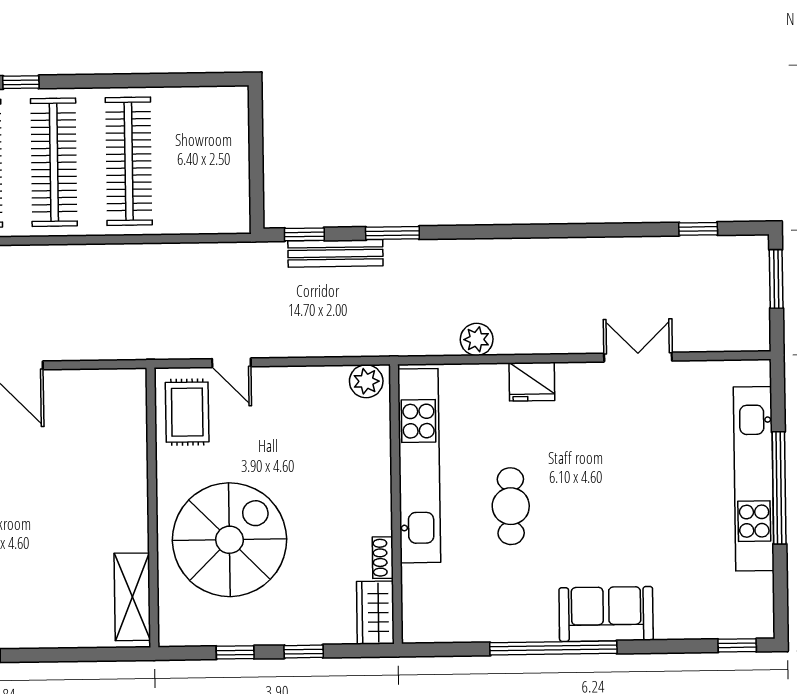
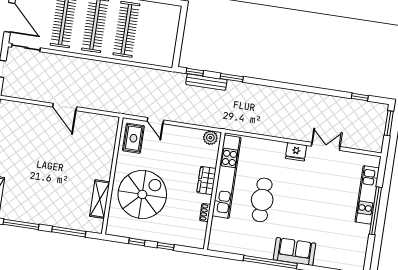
plant: (477, 339) -> (259, 128), removed
fridge: (532, 382) -> (296, 152), moved
kitchen unit: (754, 479) -> (367, 195), width x0.73
cafe table: (511, 506) -> (262, 200), width x1.37, depth x1.35
shelving: (132, 597) -> (100, 199), moved
wardrobe: (375, 613) -> (206, 180), moved
window: (72, 655) -> (69, 232), added

